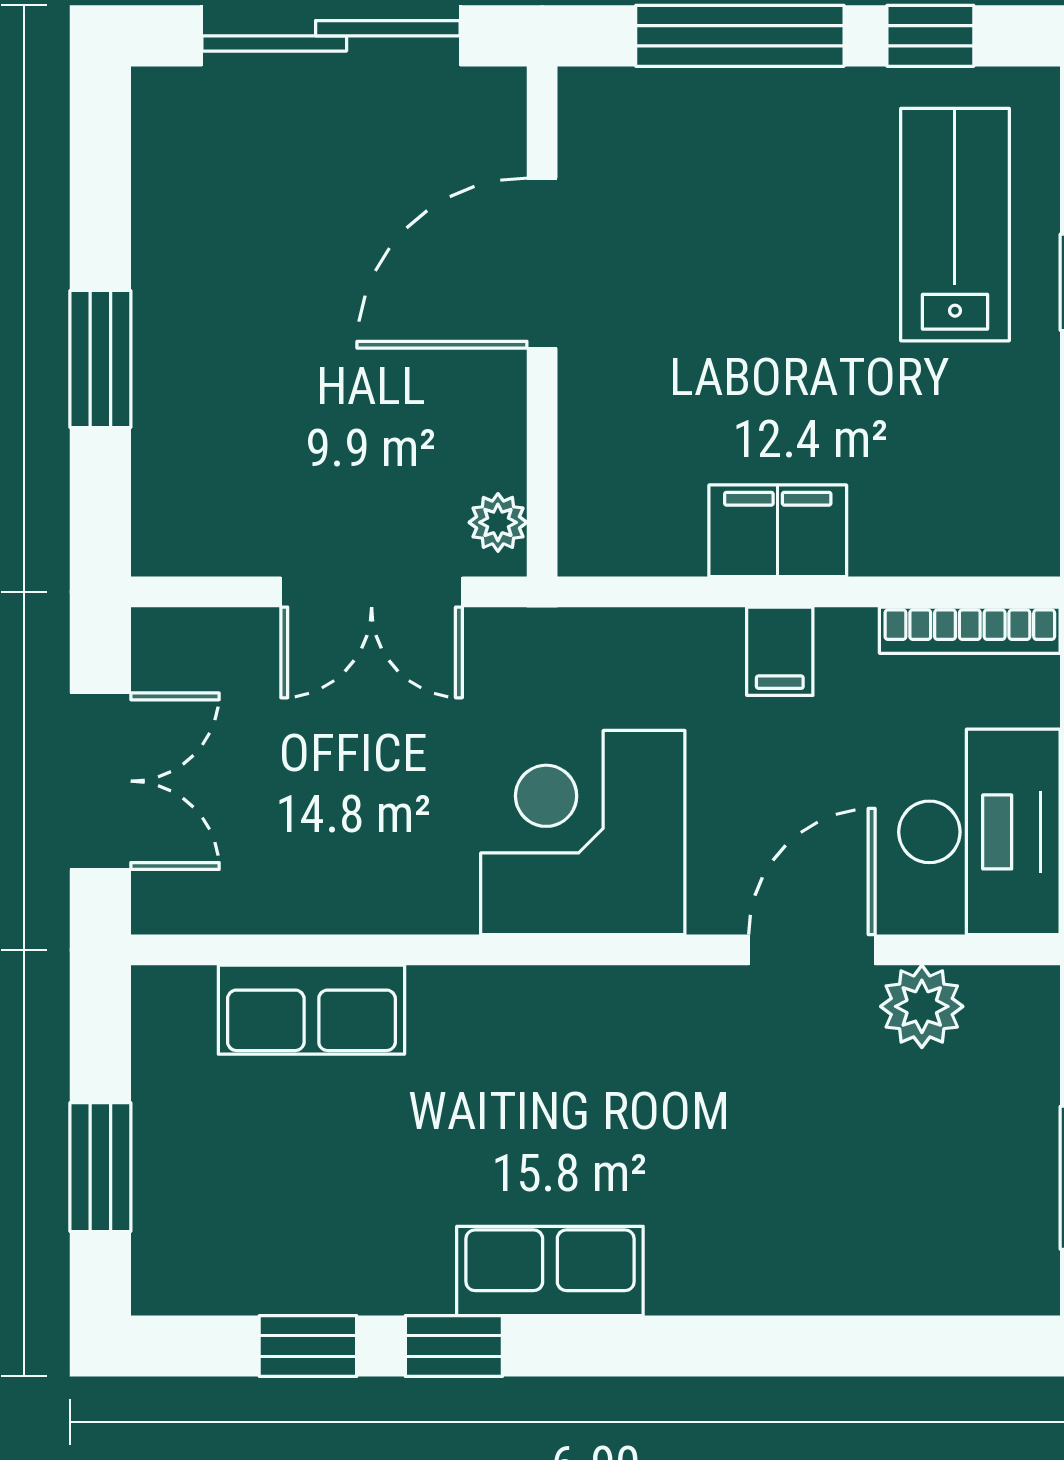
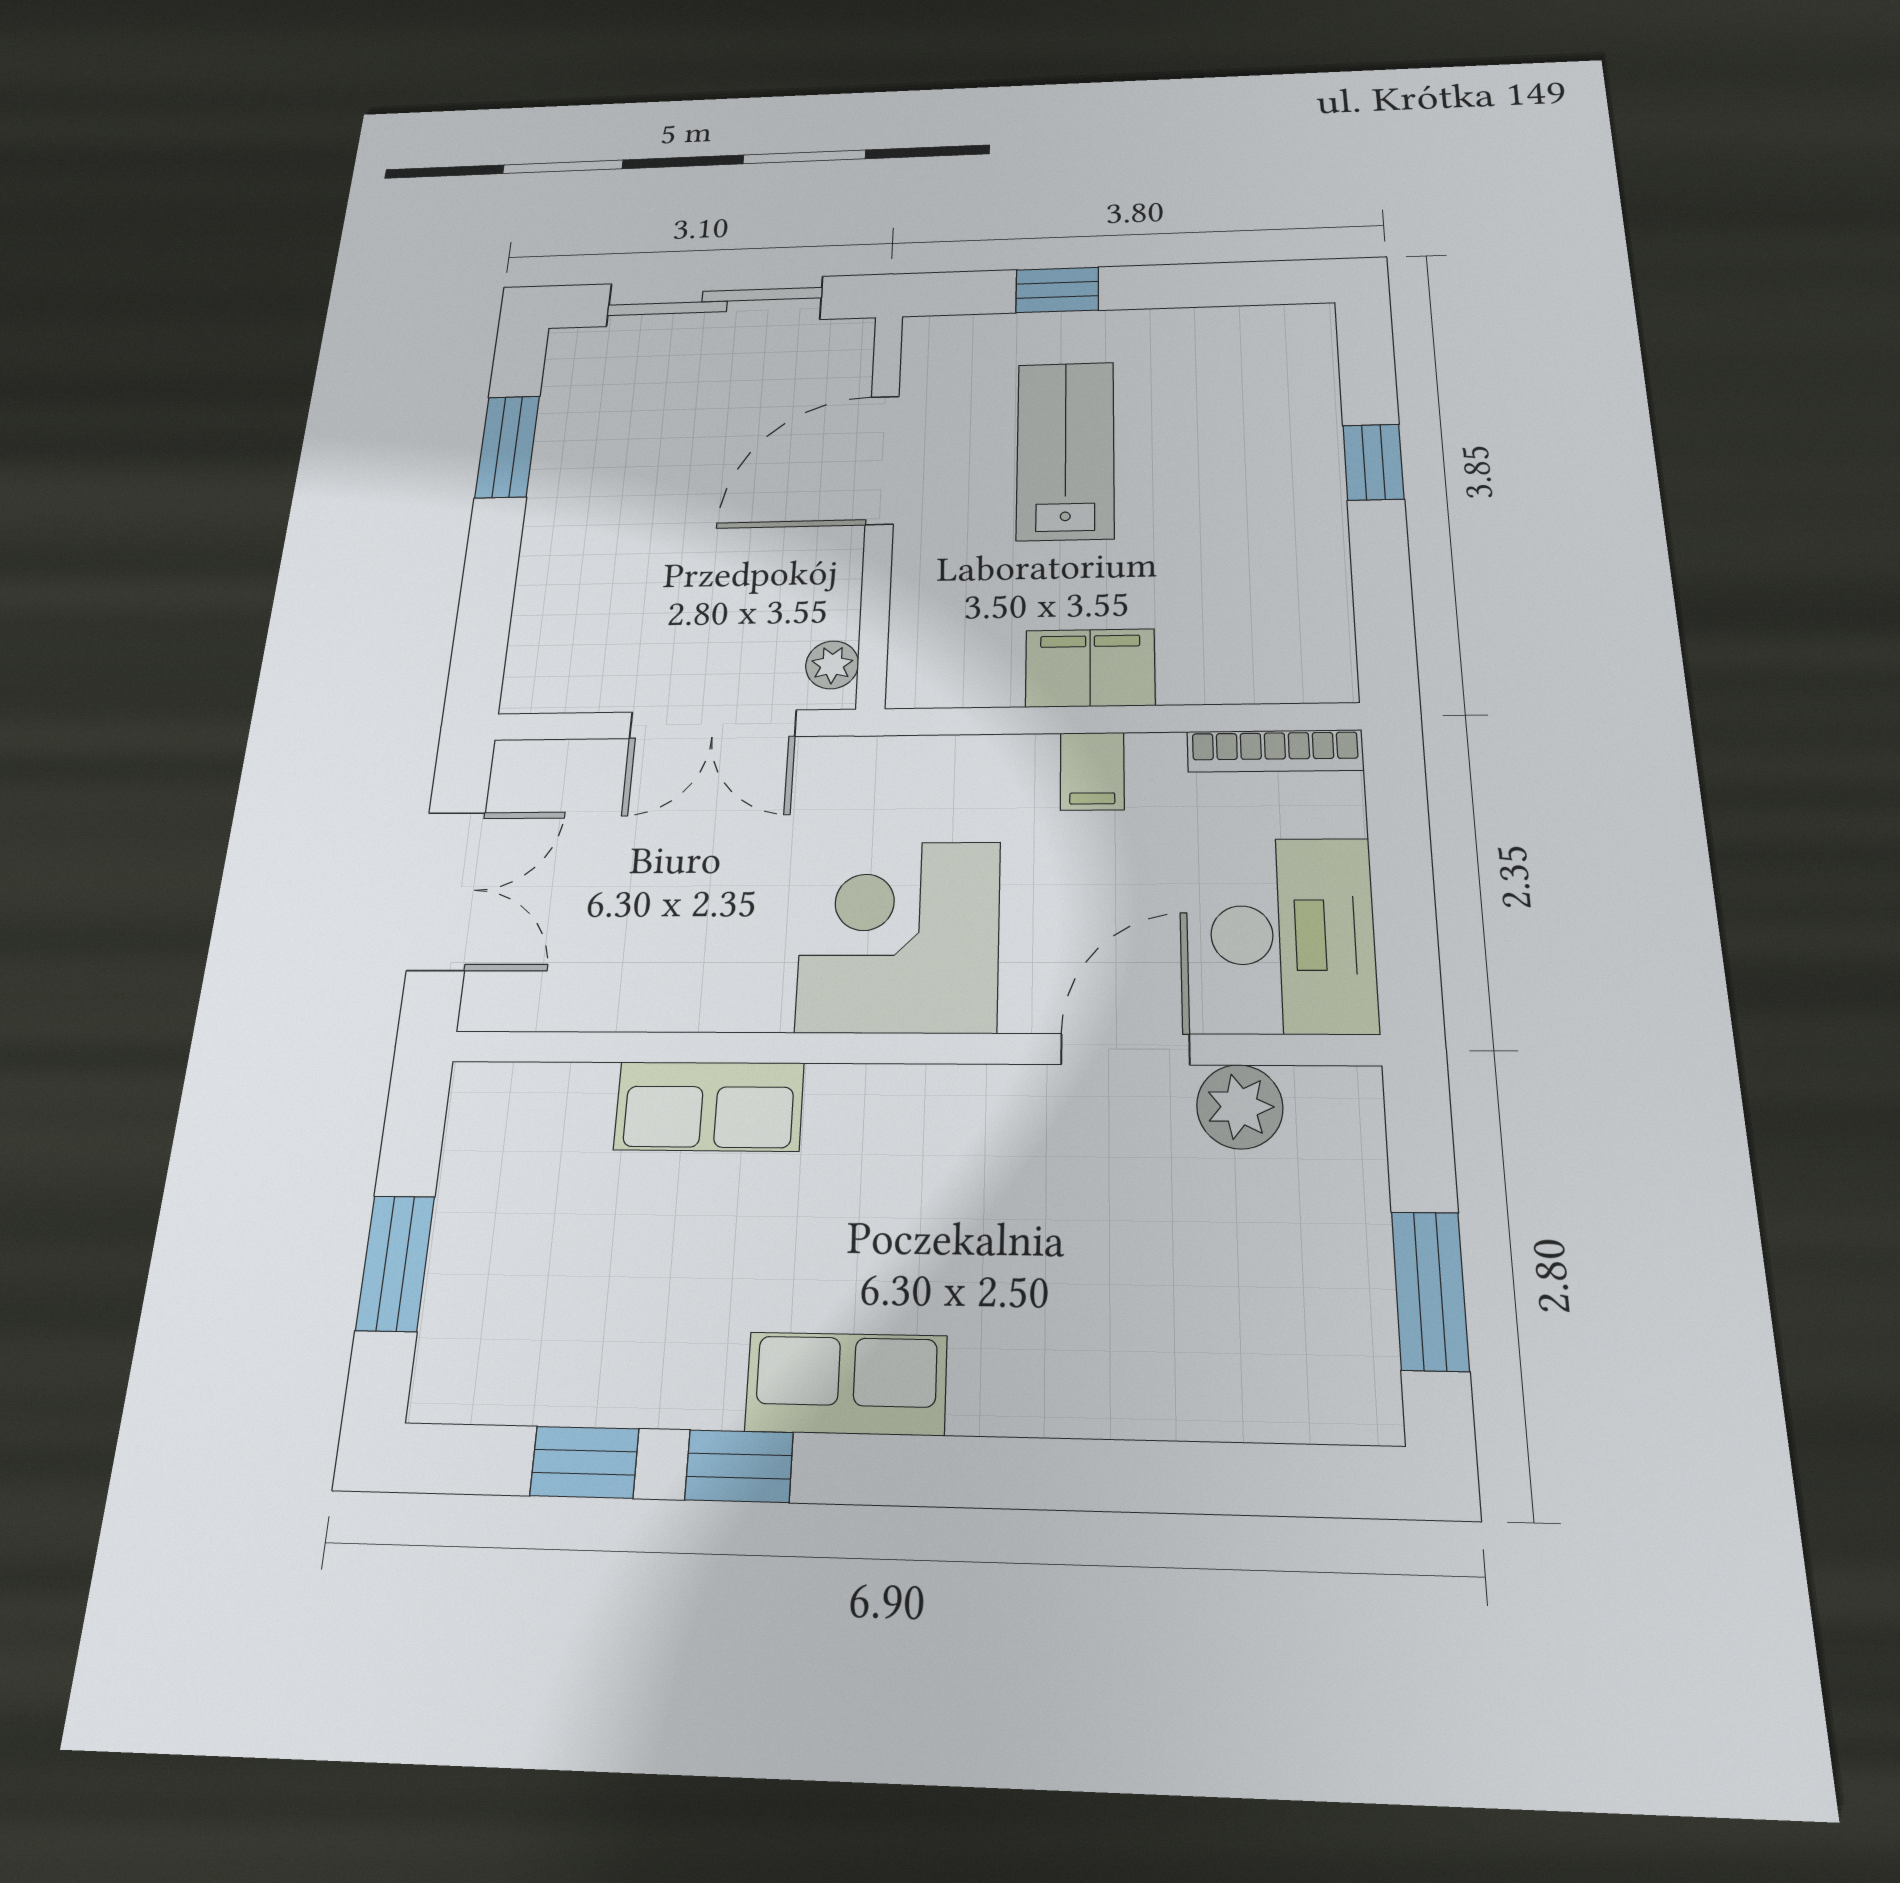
window: (740, 36) -> (1057, 290), width x0.46
window: (930, 36) -> (1221, 284), removed
lab bench: (955, 225) -> (1066, 450), moved
window: (100, 359) -> (507, 447), moved
row of seats: (311, 1010) -> (709, 1106), moved

